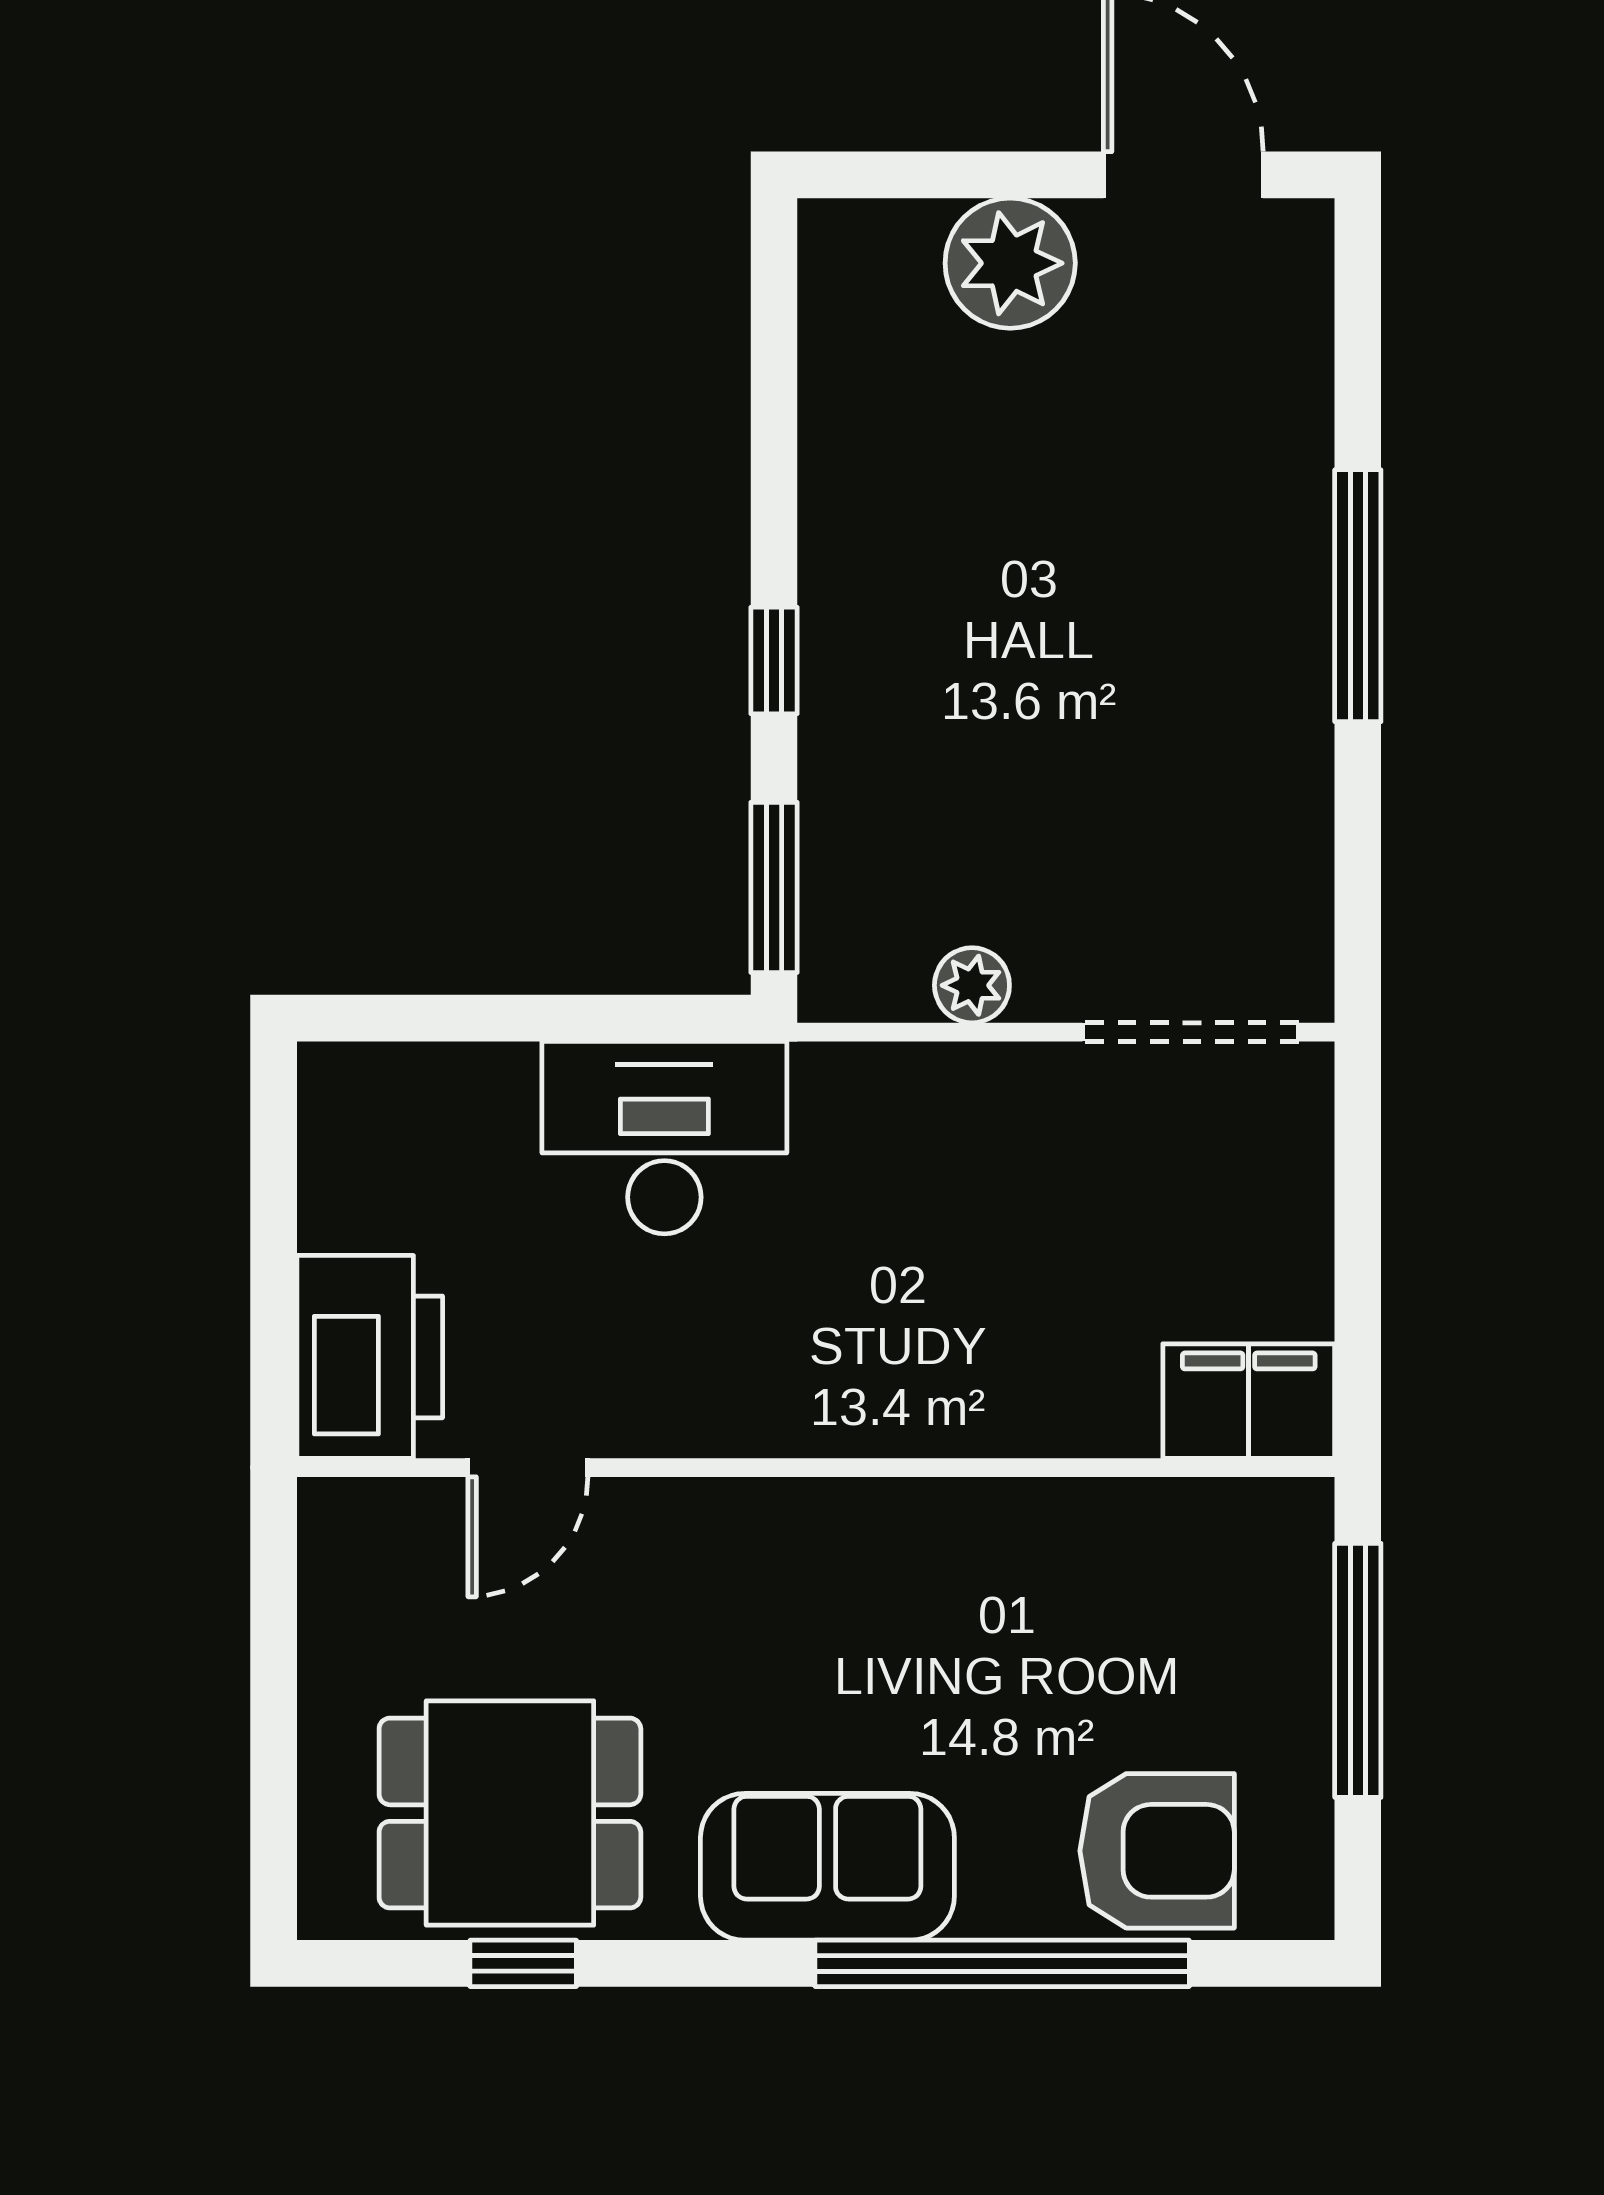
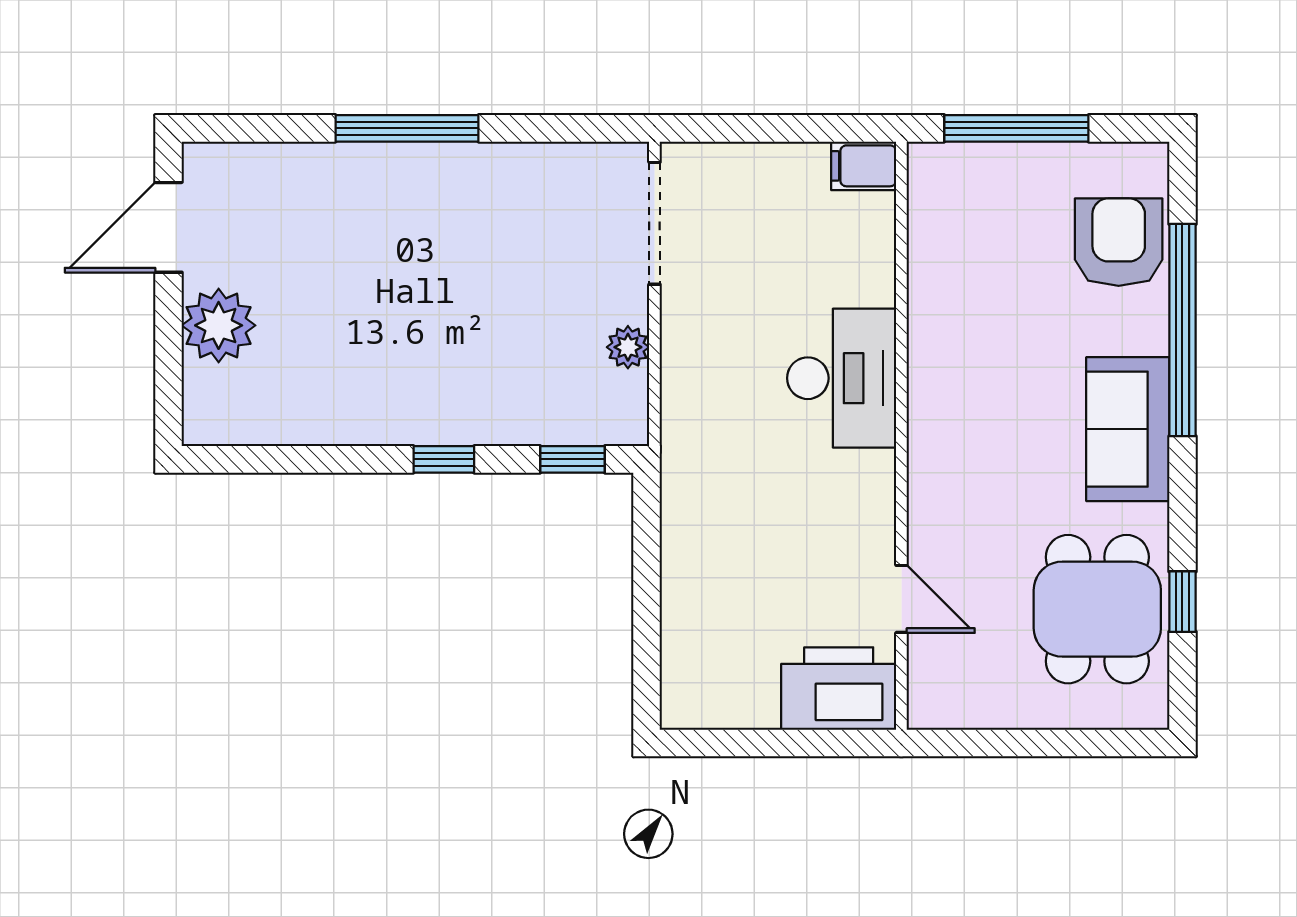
window: (774, 887) -> (572, 459), width x0.67
desk: (664, 1138) -> (842, 378), moved, turned 180
filing cabinet: (1249, 1401) -> (864, 166), width x0.50

